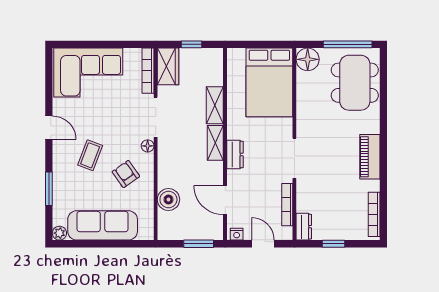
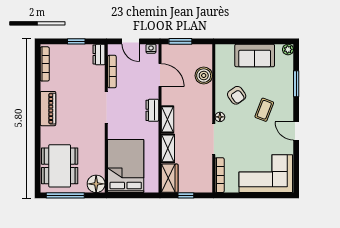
wardrobe: (168, 66) -> (170, 178), moved, turned 180
sofa: (103, 225) -> (255, 56), width x0.73

